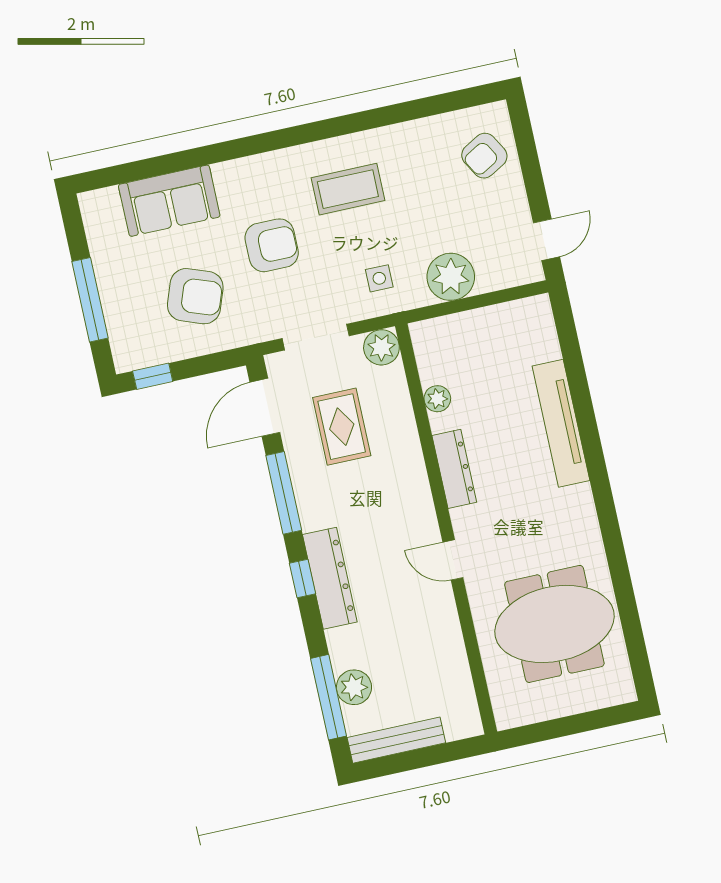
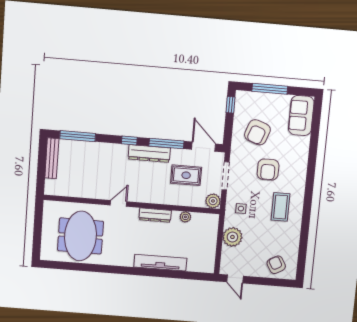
sofa: (169, 201) -> (301, 116), moved
dresser: (330, 578) -> (149, 153), moved
plant: (354, 687) -> (79, 148), removed

